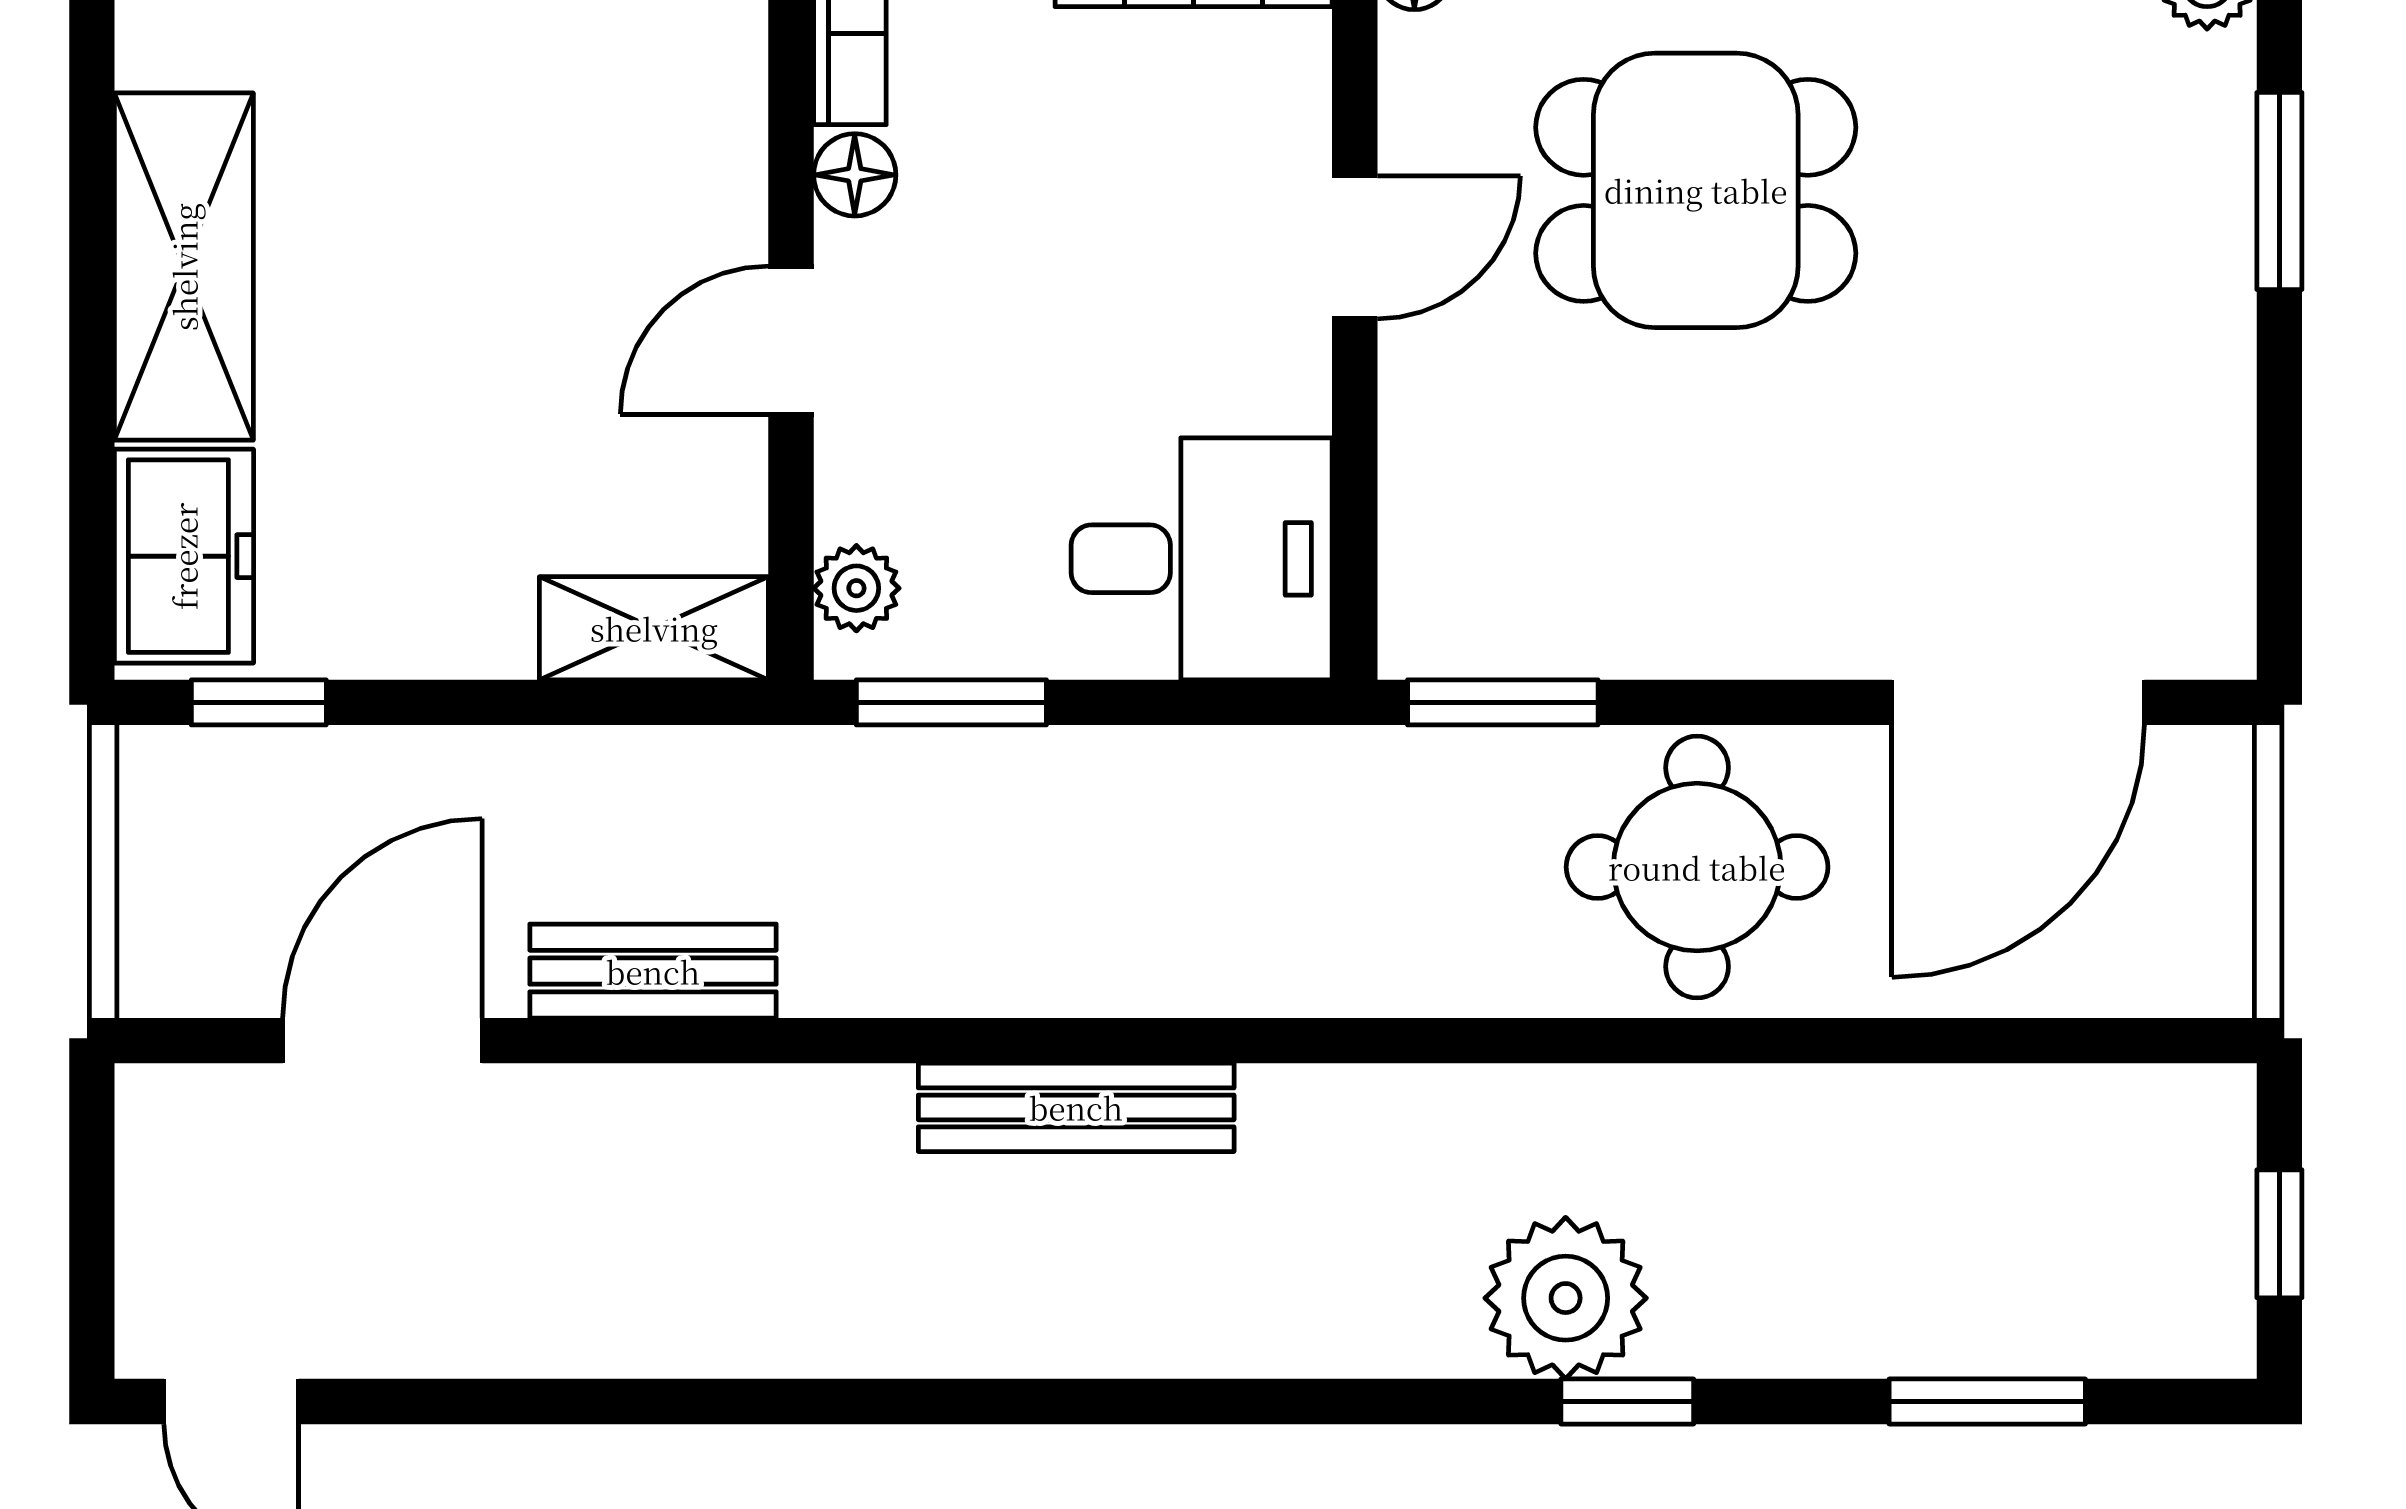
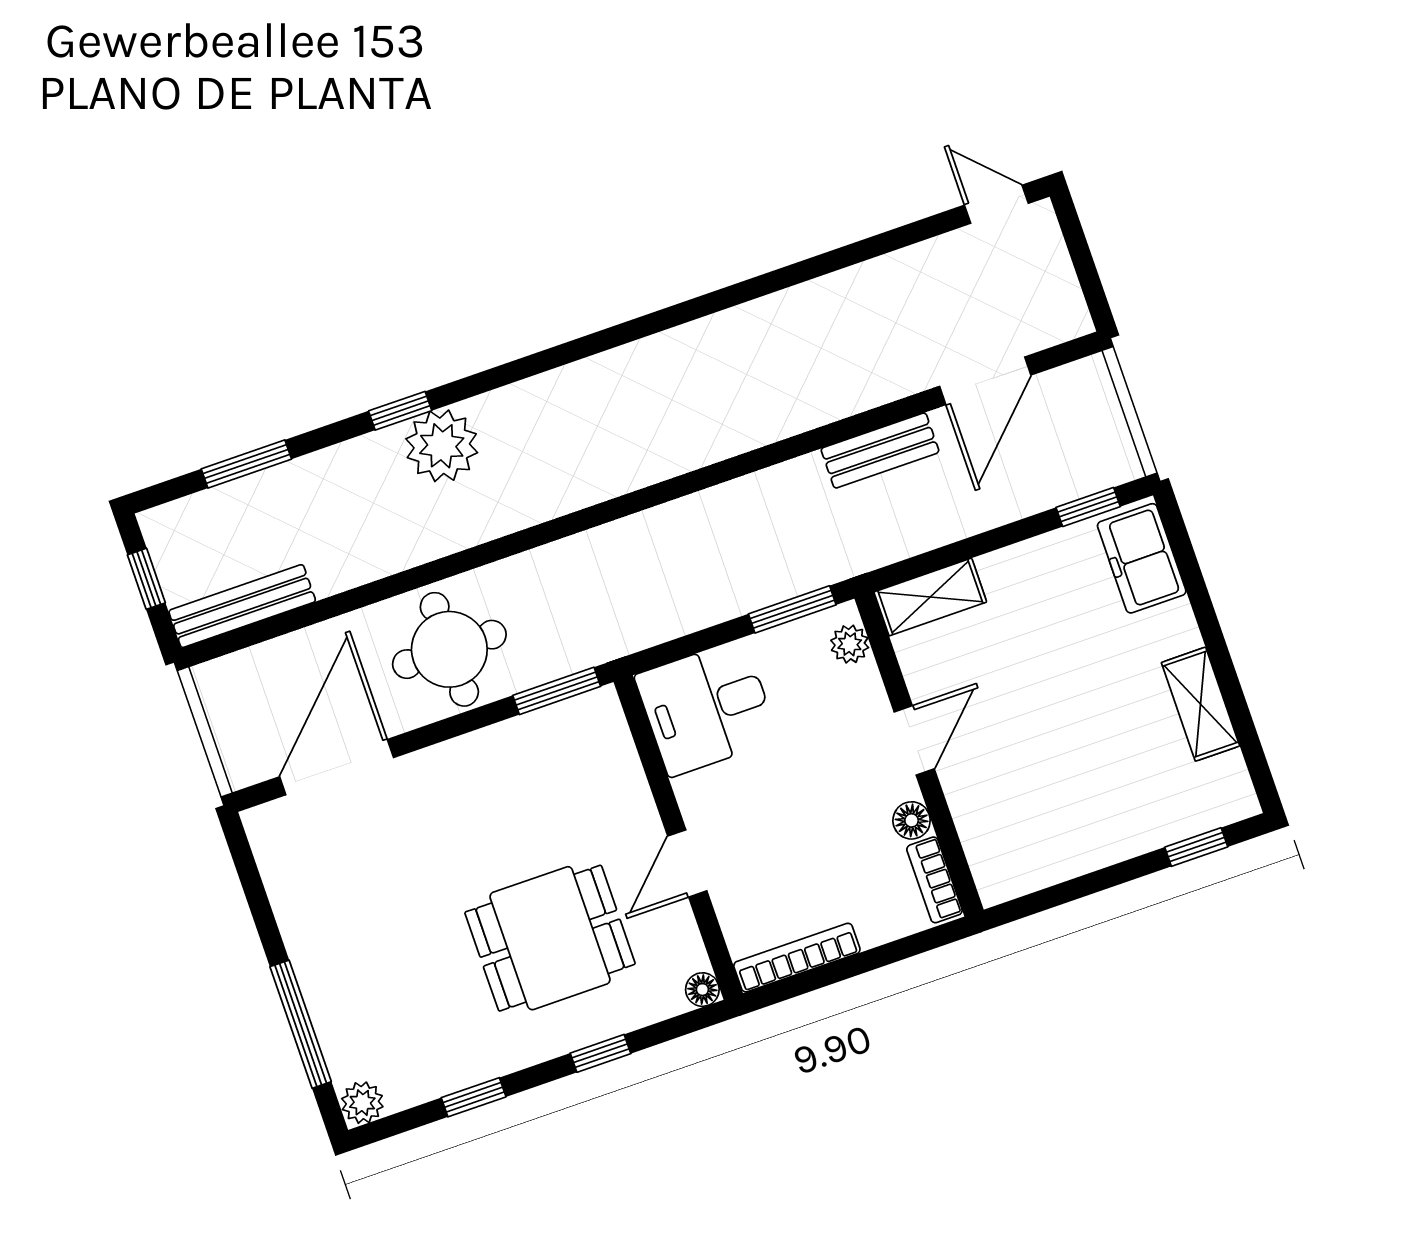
window: (2279, 191) -> (301, 1024), width x1.44
shelving: (184, 267) -> (1200, 704), width x0.67, depth x0.75
bench: (1076, 1107) -> (242, 606), moved

